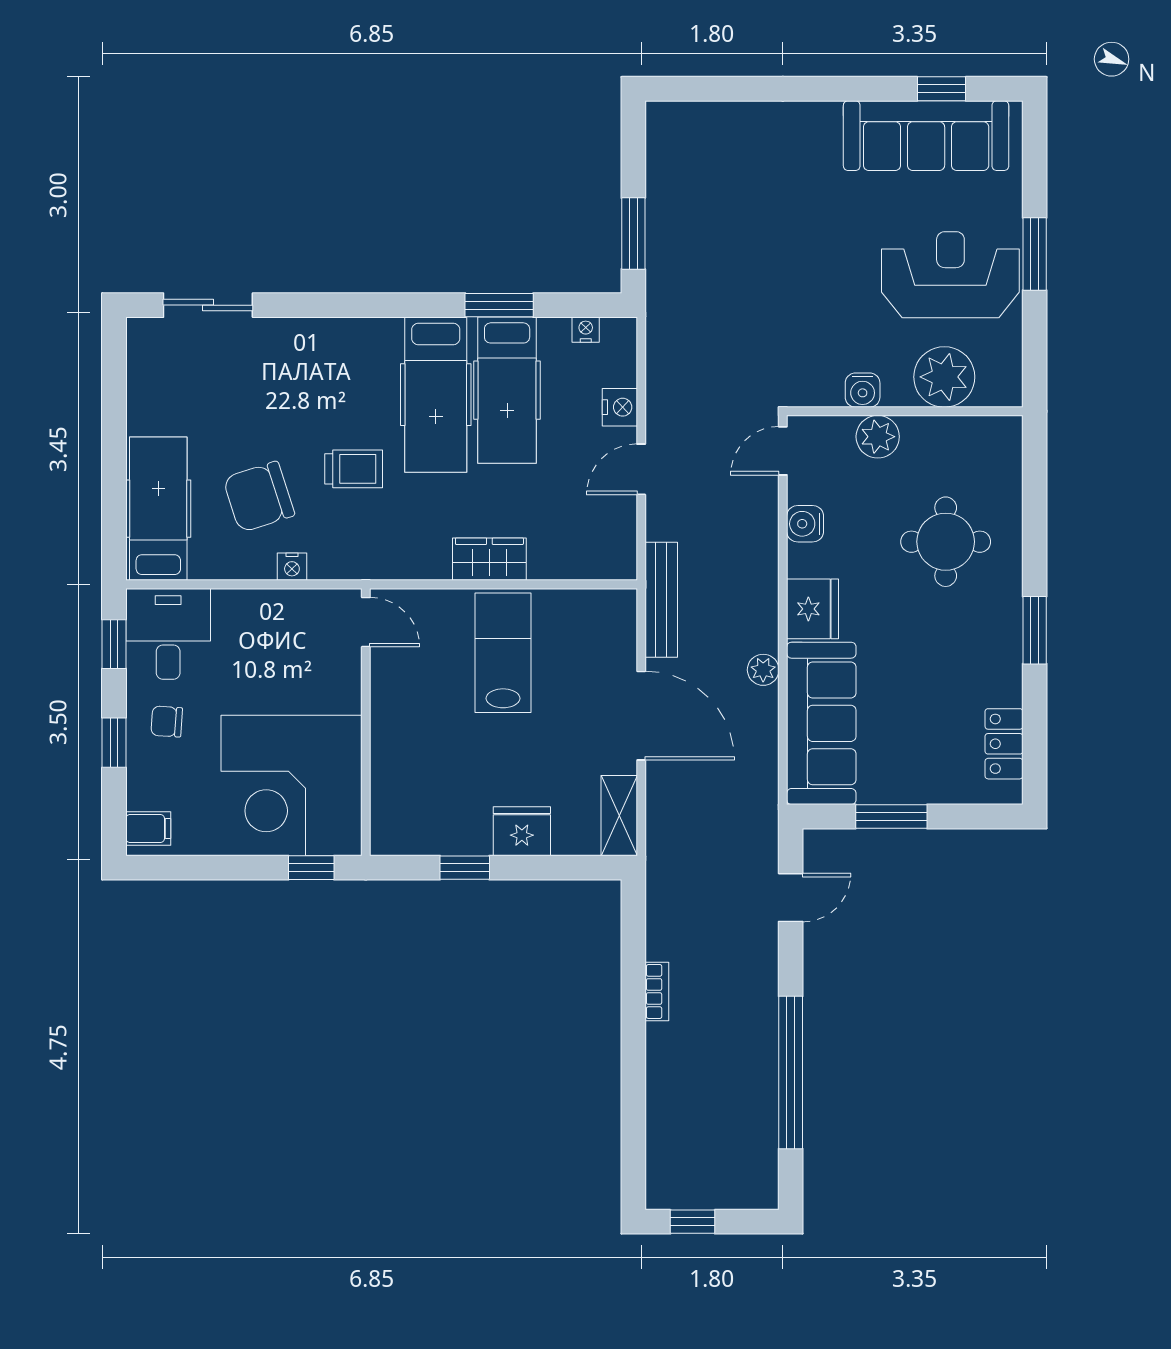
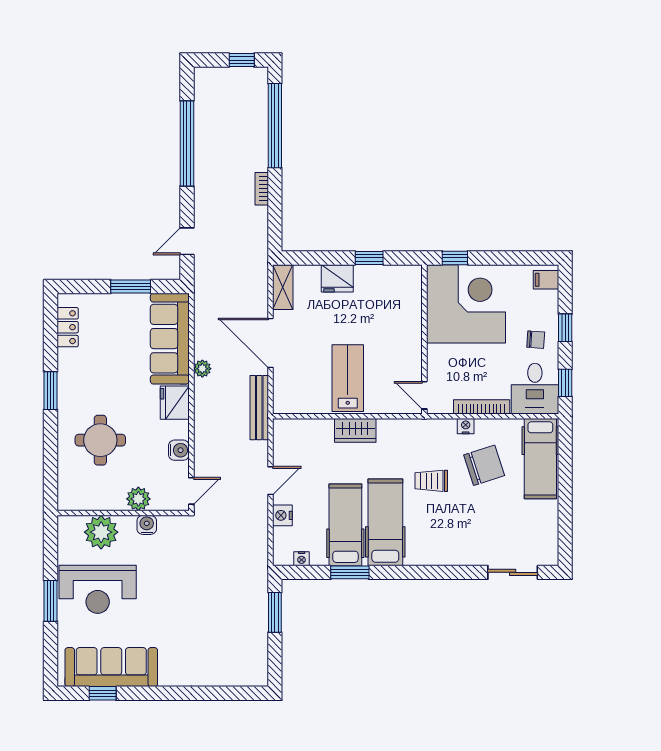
bookcase: (264, 601) -> (482, 407), added
lab bench: (503, 653) -> (348, 378), turned 180
window: (633, 1104) -> (275, 126), added

